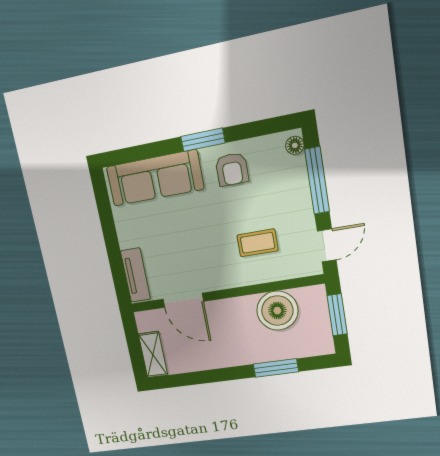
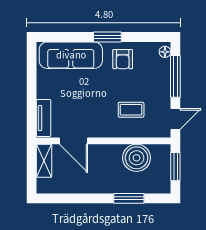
shelving: (153, 355) -> (44, 161), moved

